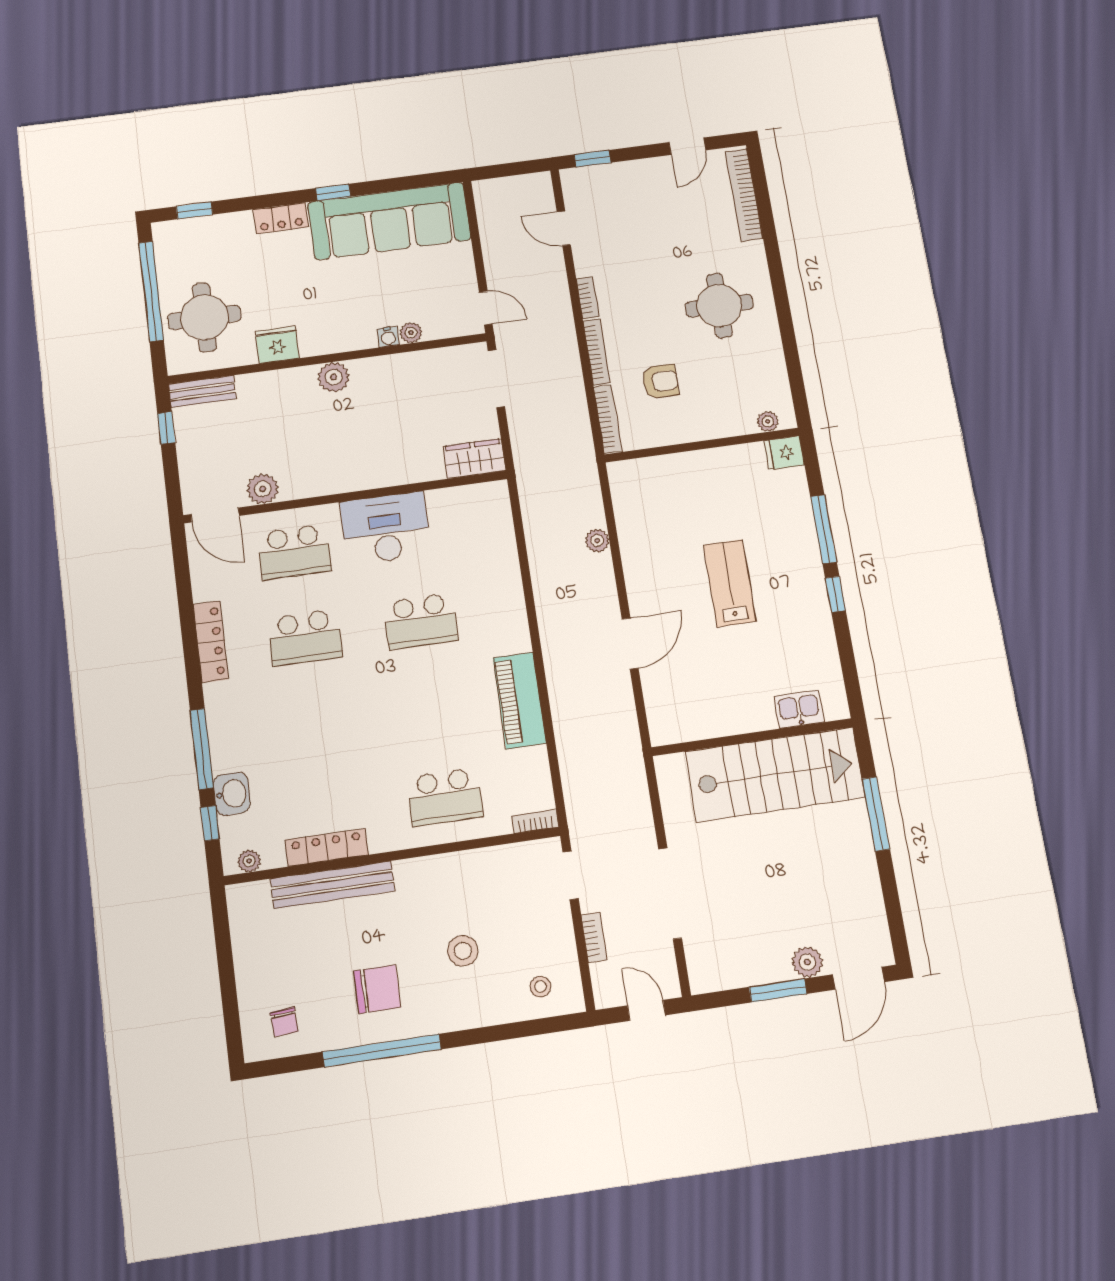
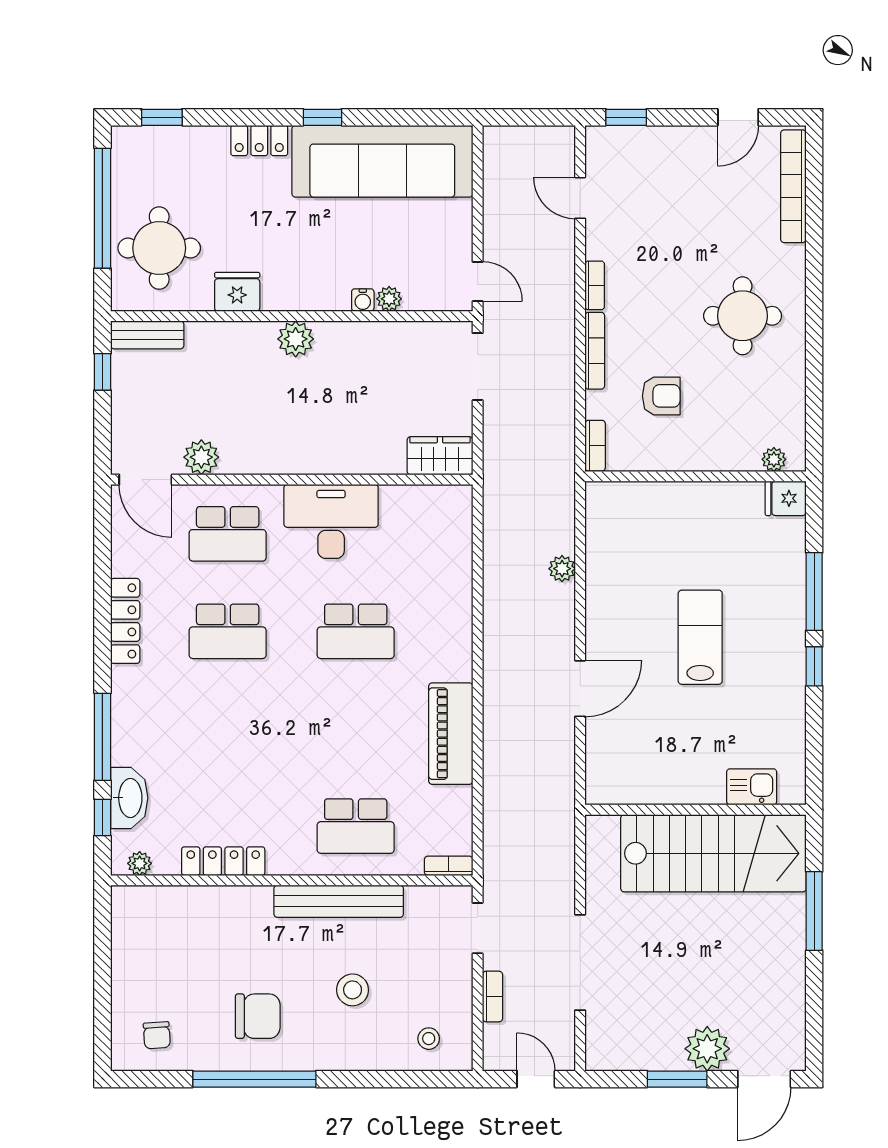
bookcase: (608, 419) -> (595, 446), width x0.64
washbasin: (232, 794) -> (129, 798), width x1.38
bench: (332, 885) -> (339, 901), moved
plant: (807, 962) -> (707, 1049), width x1.36, depth x1.36

